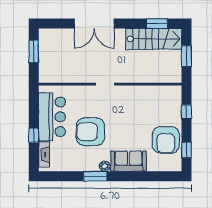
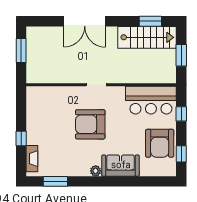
bar counter: (52, 117) -> (151, 100), moved, turned 90
armchair: (90, 132) -> (90, 124), moved
window: (95, 176) -> (55, 181), moved

